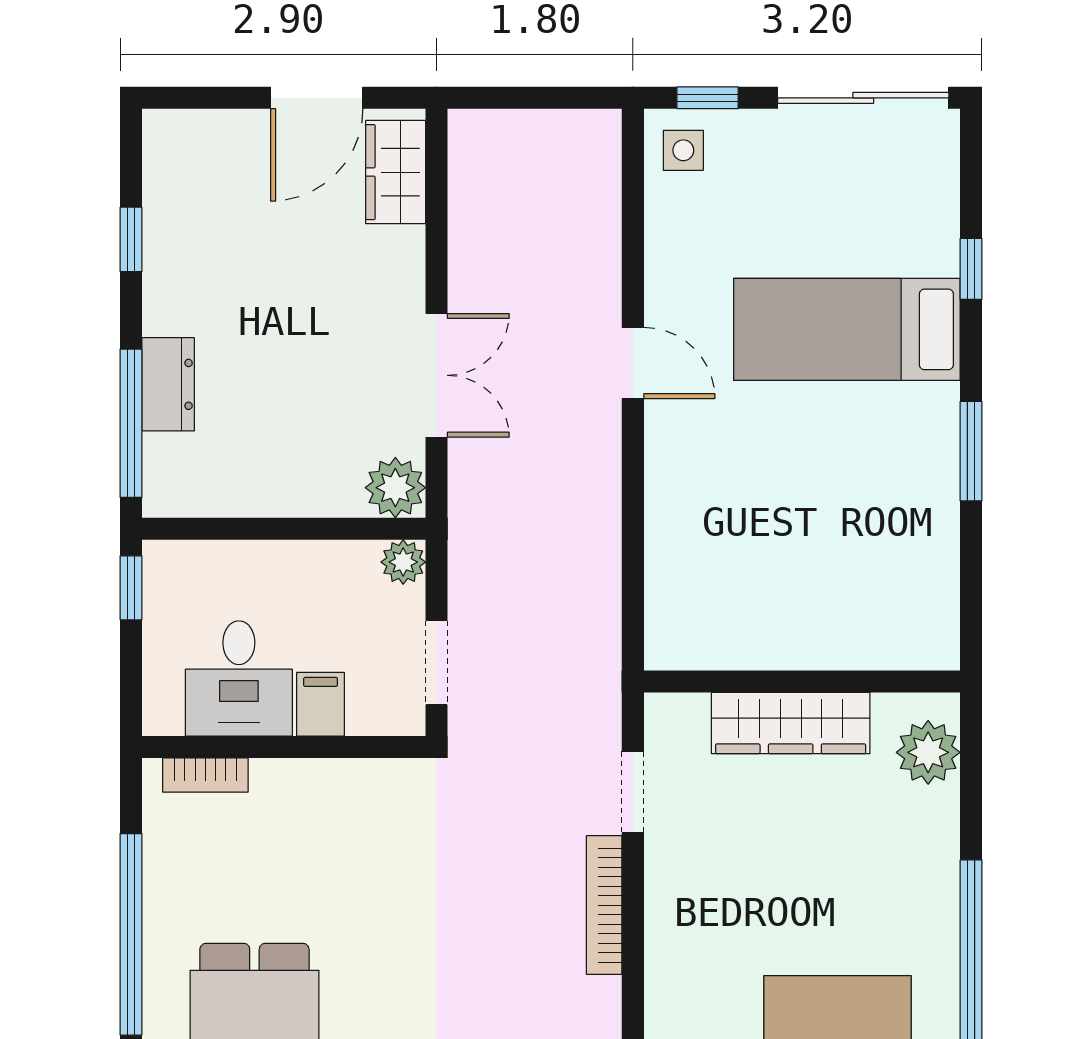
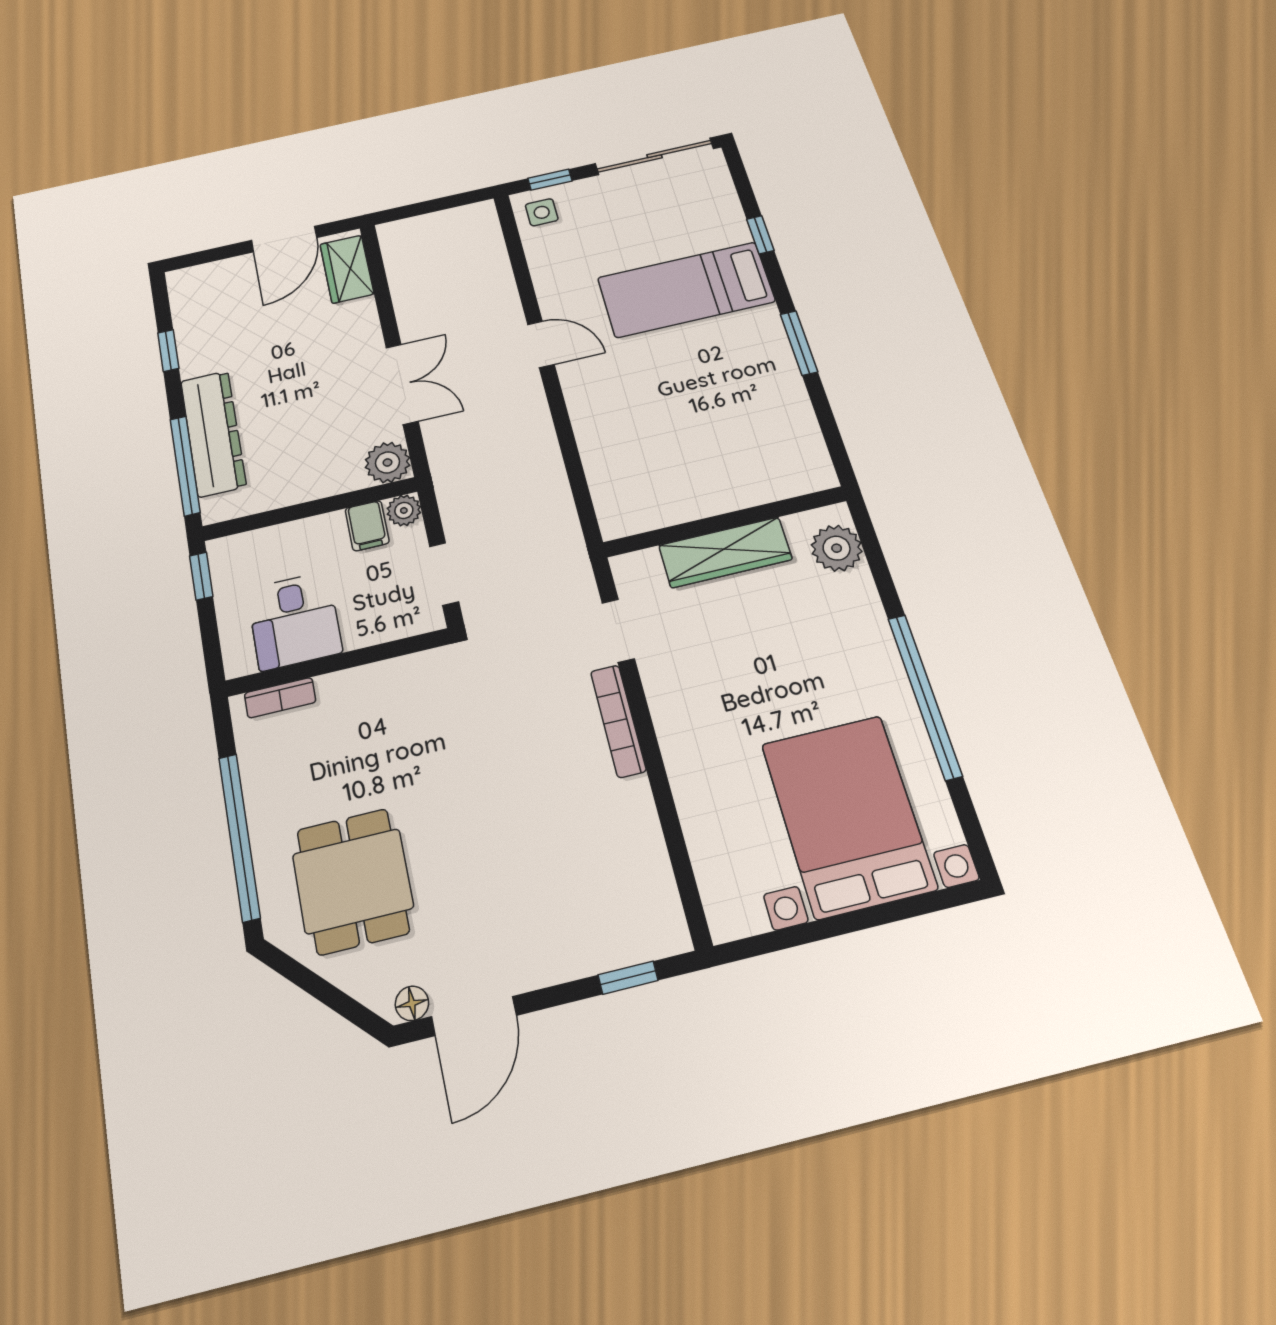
dresser: (168, 384) -> (213, 433), width x1.96, depth x1.24
filing cabinet: (321, 704) -> (367, 526), moved, turned 180

